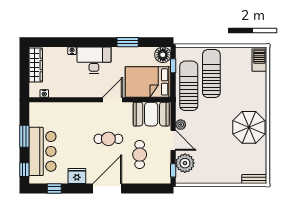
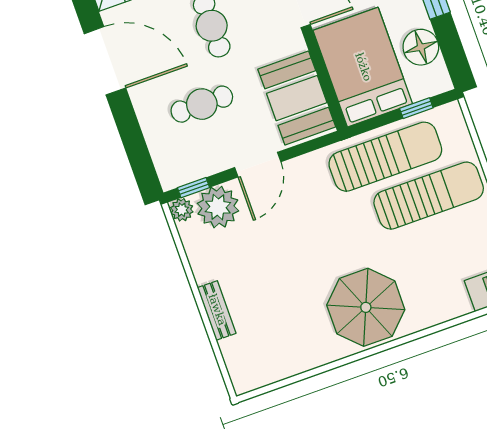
floor lamp: (163, 55) -> (421, 47), moved
plant: (181, 125) -> (182, 210), moved
parasol: (249, 127) -> (366, 307), moved
bench: (254, 179) -> (217, 310), moved

